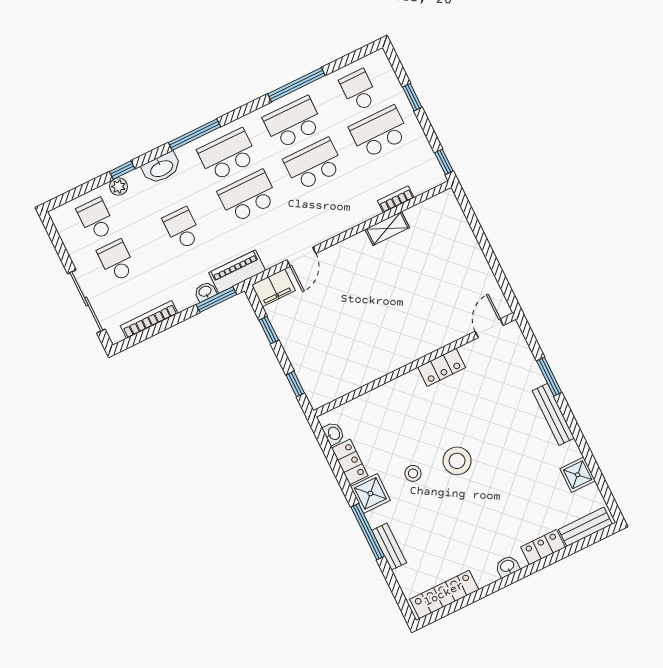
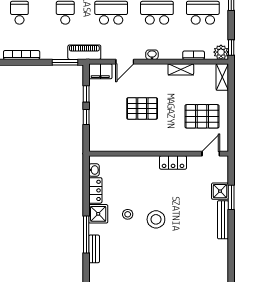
plant: (433, 176) -> (221, 52), added
shelving: (452, 210) -> (222, 77), added
pallet: (451, 281) -> (202, 116), added
washbasin: (205, 292) -> (152, 55), moved
pallet: (359, 312) -> (142, 108), added
window: (295, 384) -> (86, 117), moved
shower: (578, 475) -> (220, 191), moved

